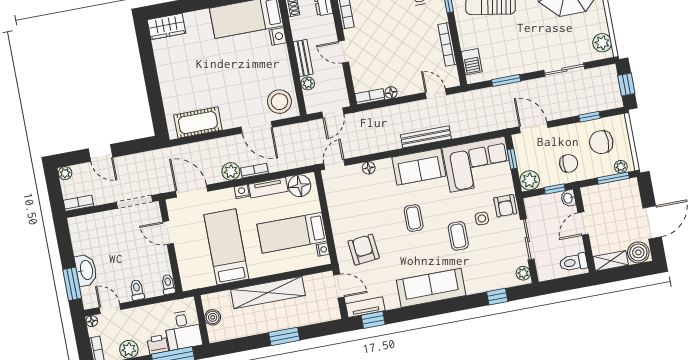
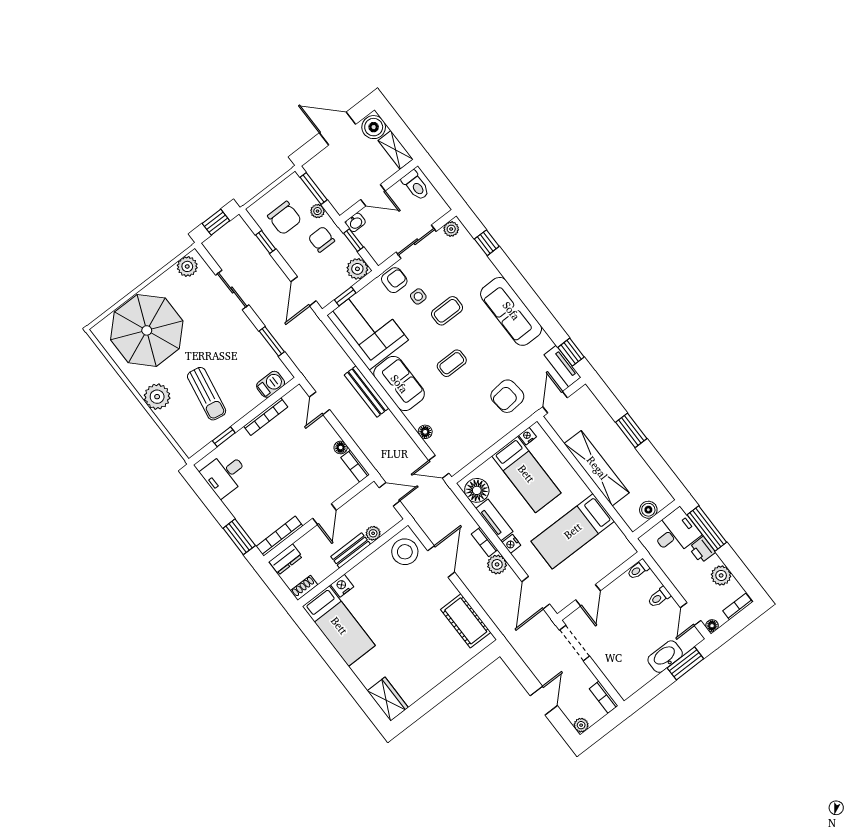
plant: (621, 167) -> (318, 211), moved

